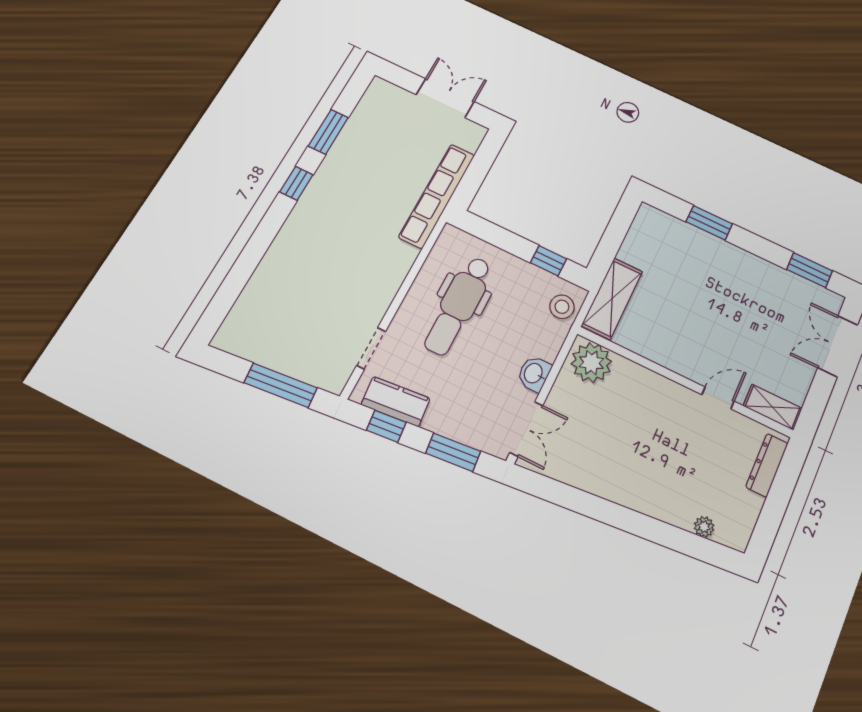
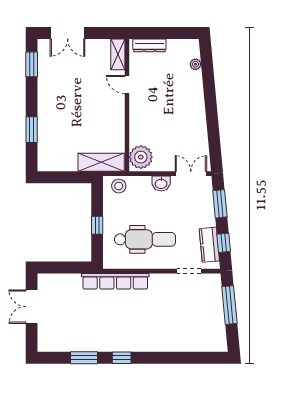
row of seats: (437, 196) -> (115, 281), moved
window: (548, 261) -> (97, 225), moved

